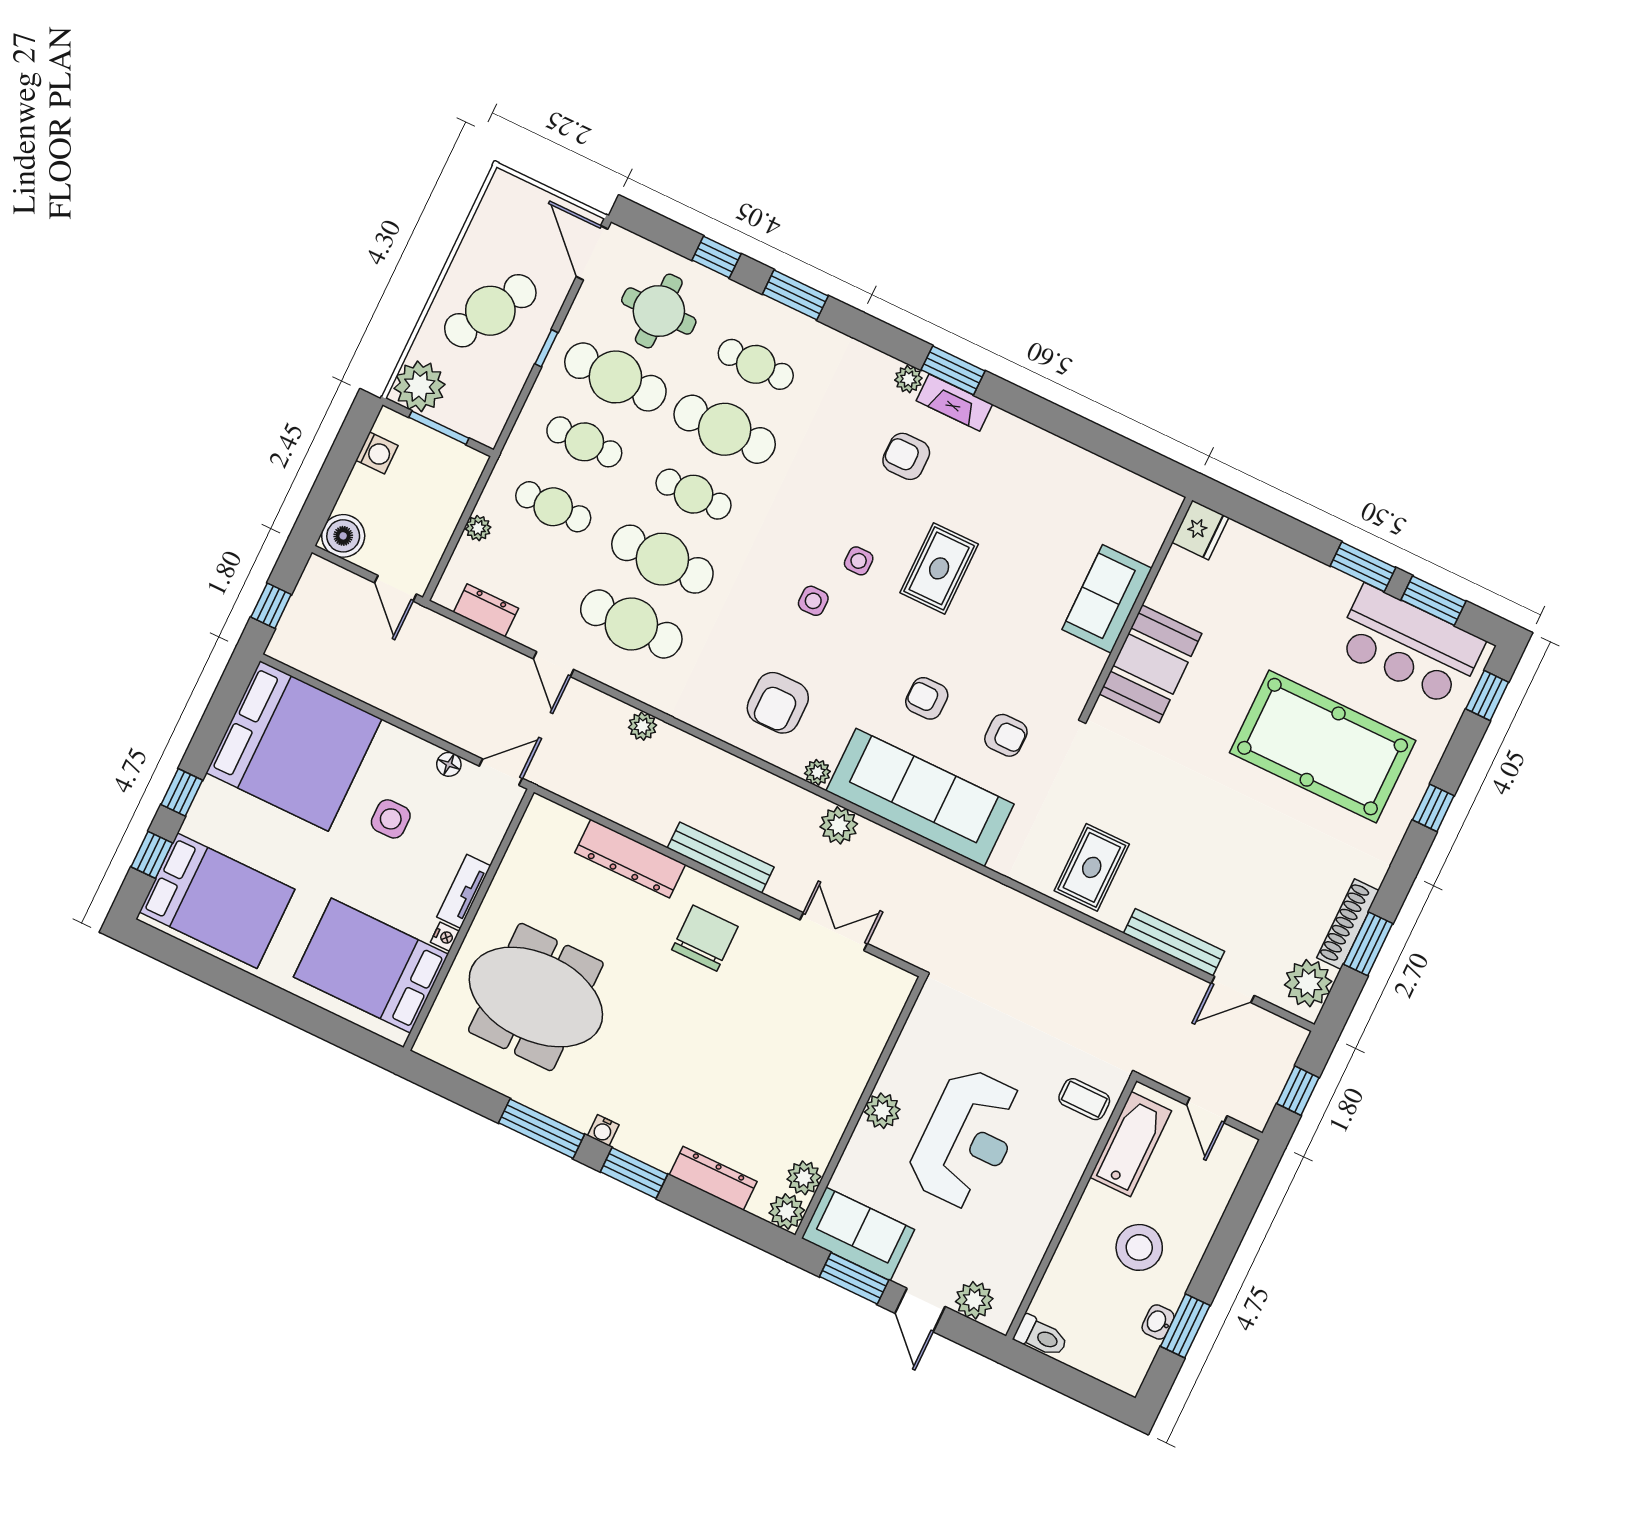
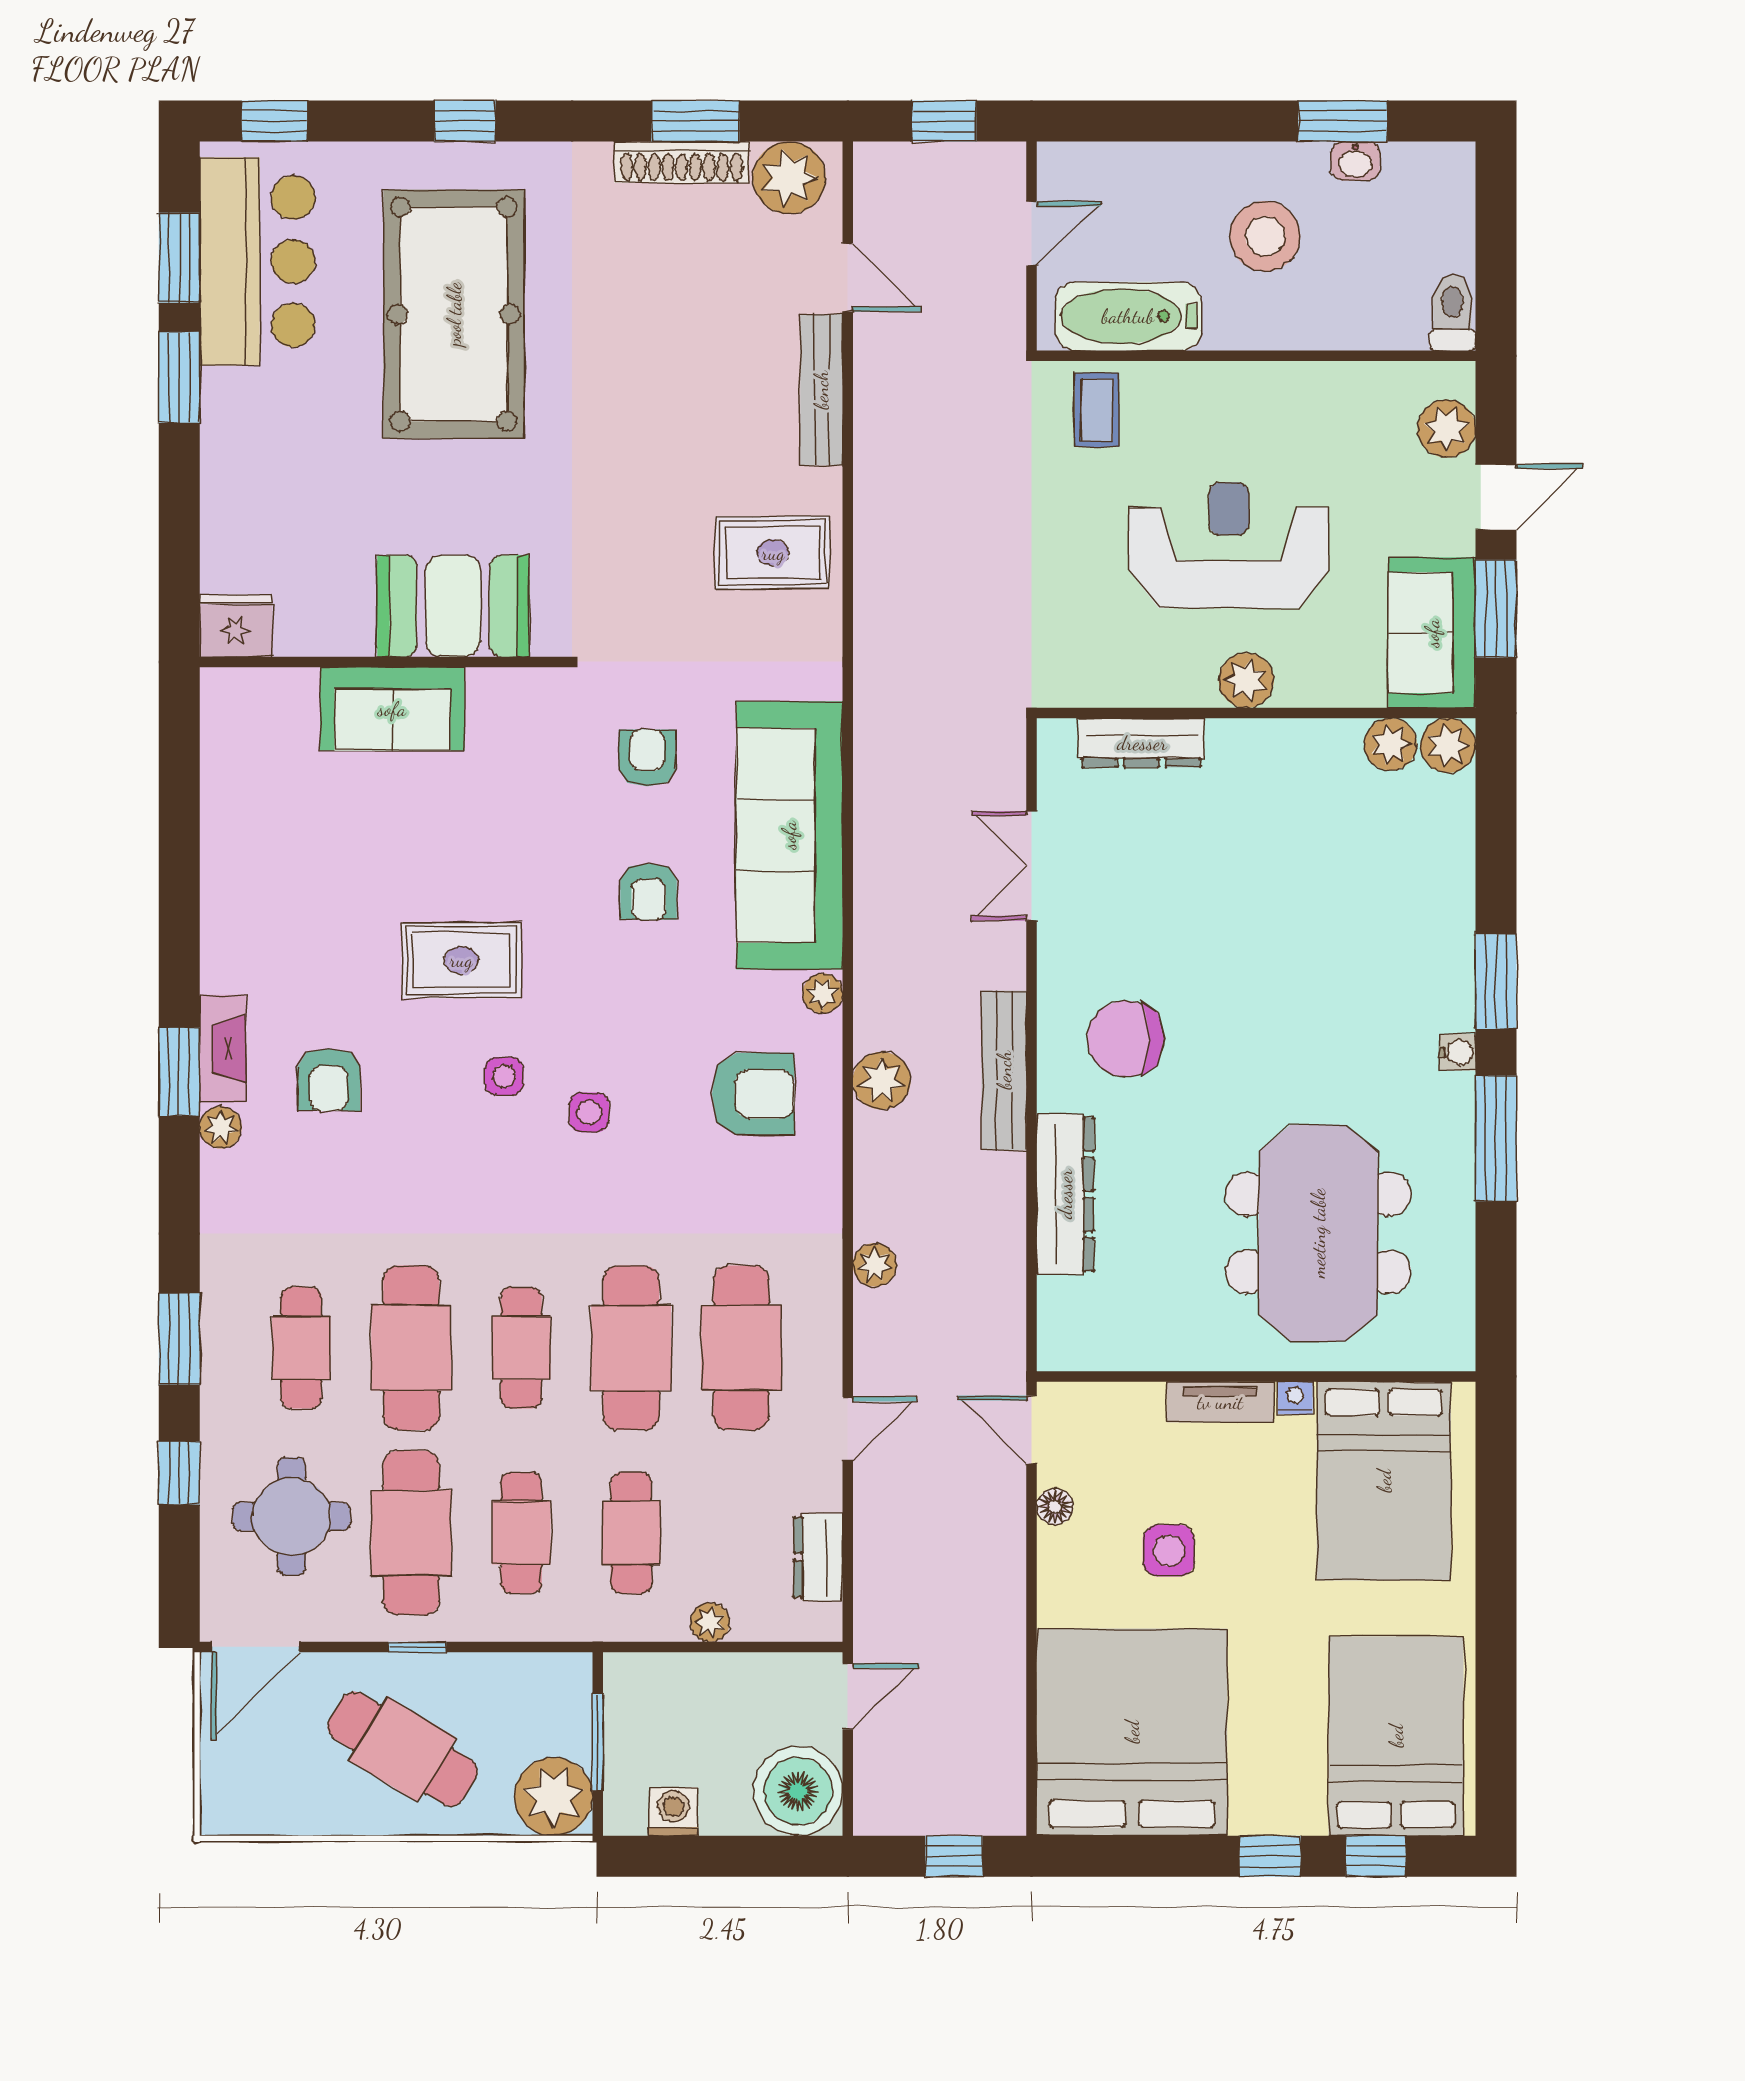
boiler: (343, 536) -> (798, 1791), width x1.37, depth x1.37
plant: (839, 825) -> (882, 1081), moved
dresser: (713, 1178) -> (1142, 743), moved, turned -90

